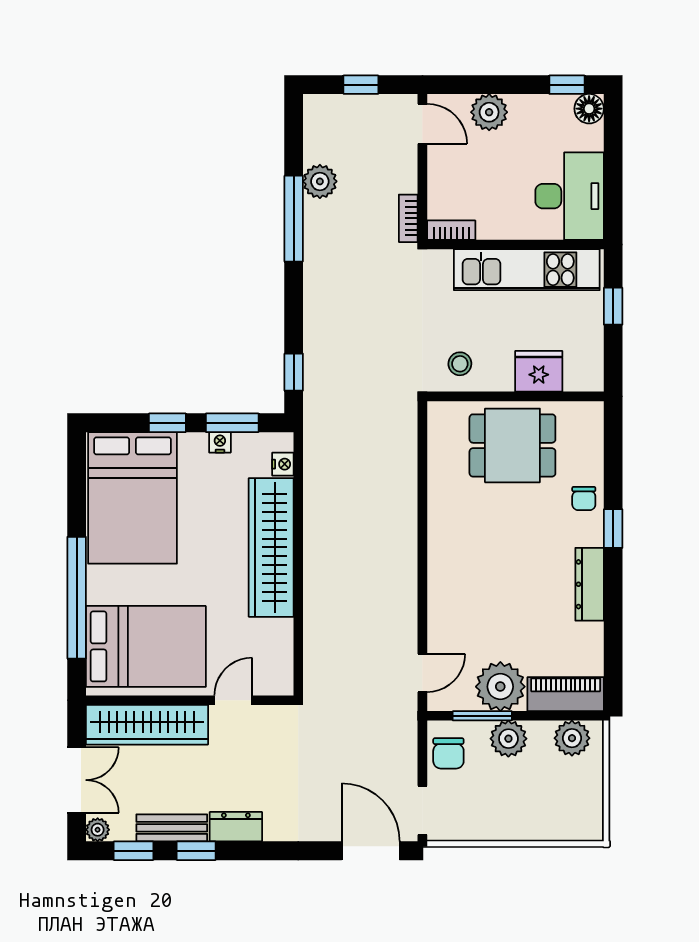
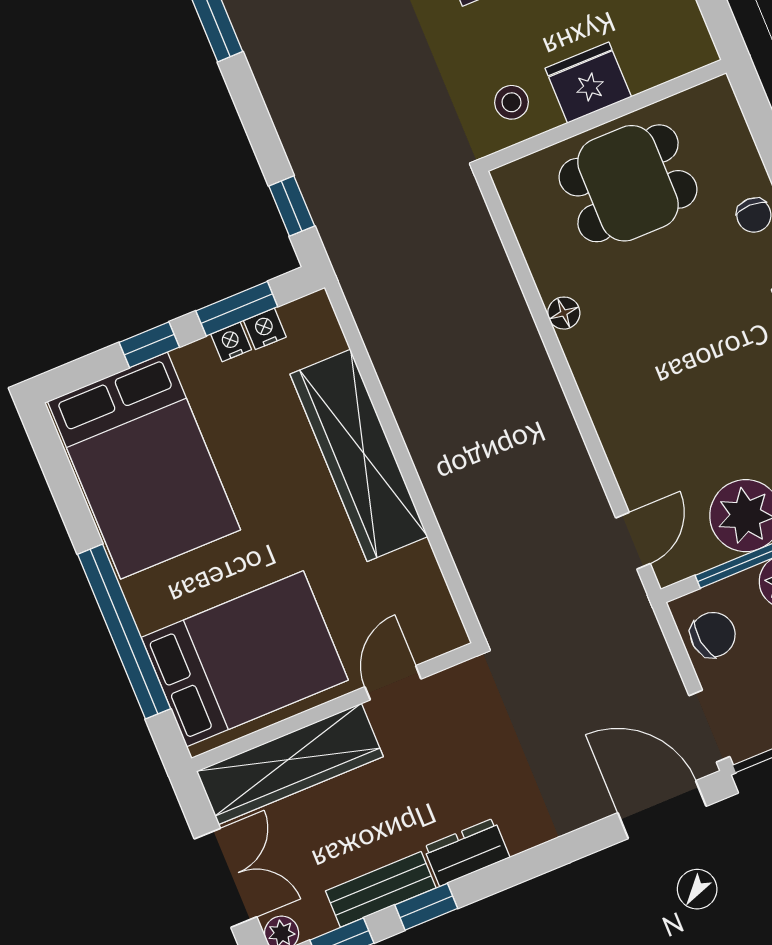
fridge: (539, 371) -> (588, 83), moved
nightstand: (283, 464) -> (265, 329), moved, turned -90
floor lamp: (438, 511) -> (564, 313), added
chair: (448, 753) -> (713, 635), turned -98

